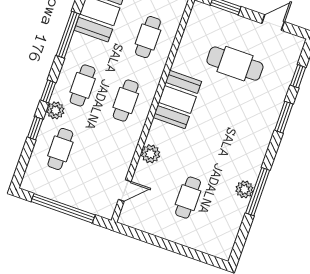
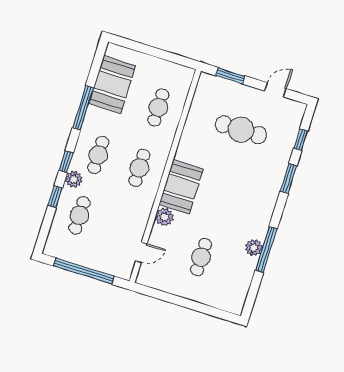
booth: (177, 99) -> (181, 187), moved

